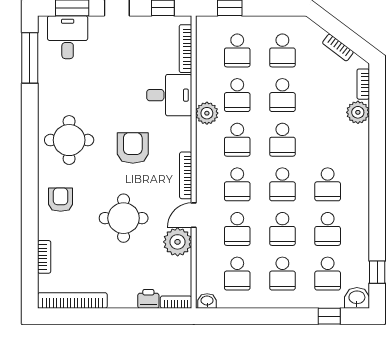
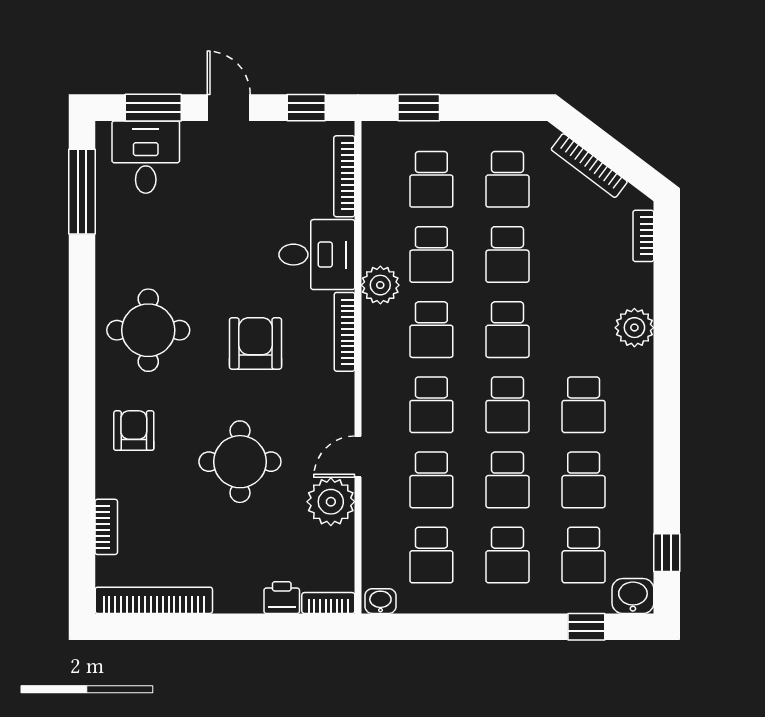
bookcase: (338, 47) -> (589, 166), width x1.56
plant: (358, 112) -> (634, 328), moved
bookcase: (186, 175) -> (345, 332), moved

